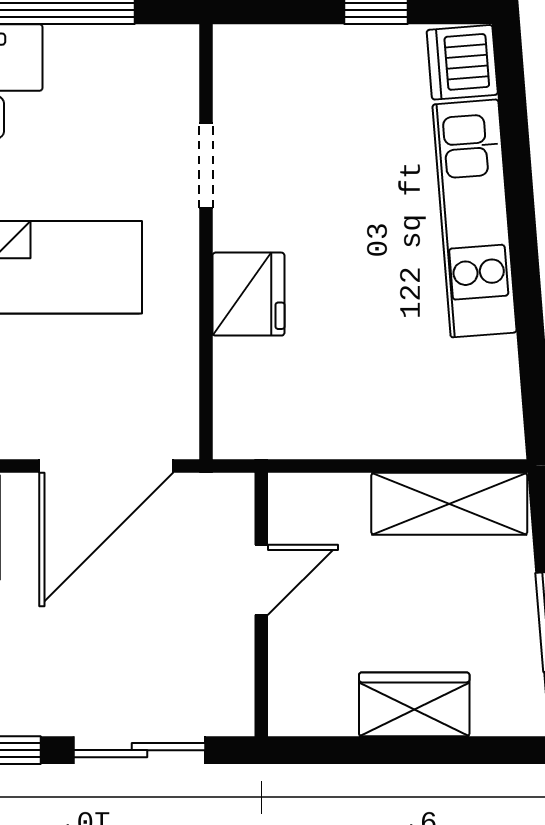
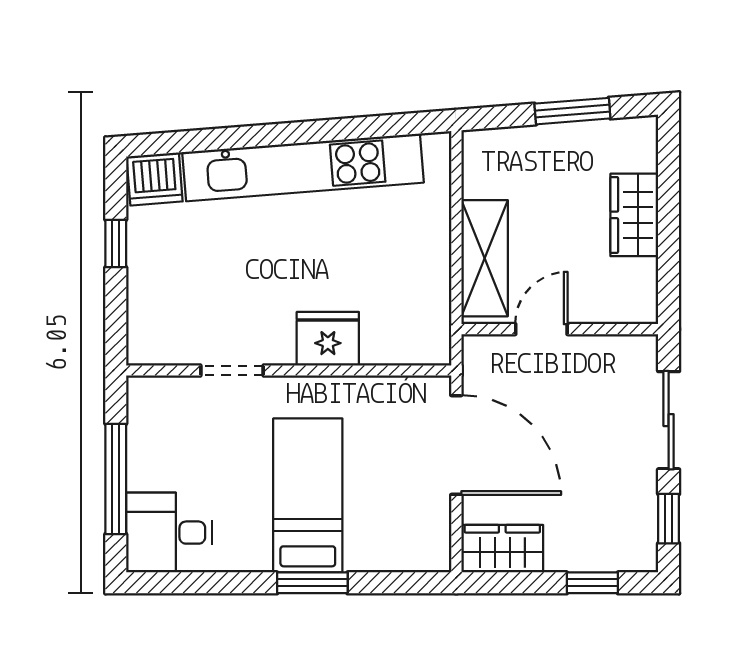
kitchen unit: (474, 218) -> (303, 167), width x1.36
shelving: (449, 504) -> (485, 258), moved
door: (261, 580) -> (541, 329), hinge flipped

